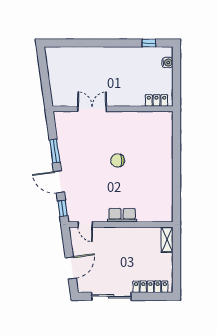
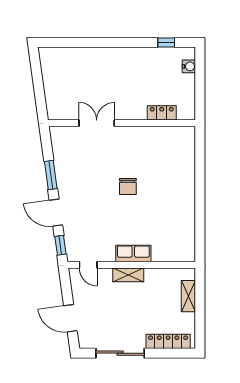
locker: (157, 100) -> (162, 113), moved
chair: (118, 160) -> (128, 186), turned -90
shelving: (118, 233) -> (128, 275), added
shelving: (167, 240) -> (188, 296), moved
door: (71, 268) -> (70, 318), swing flipped

